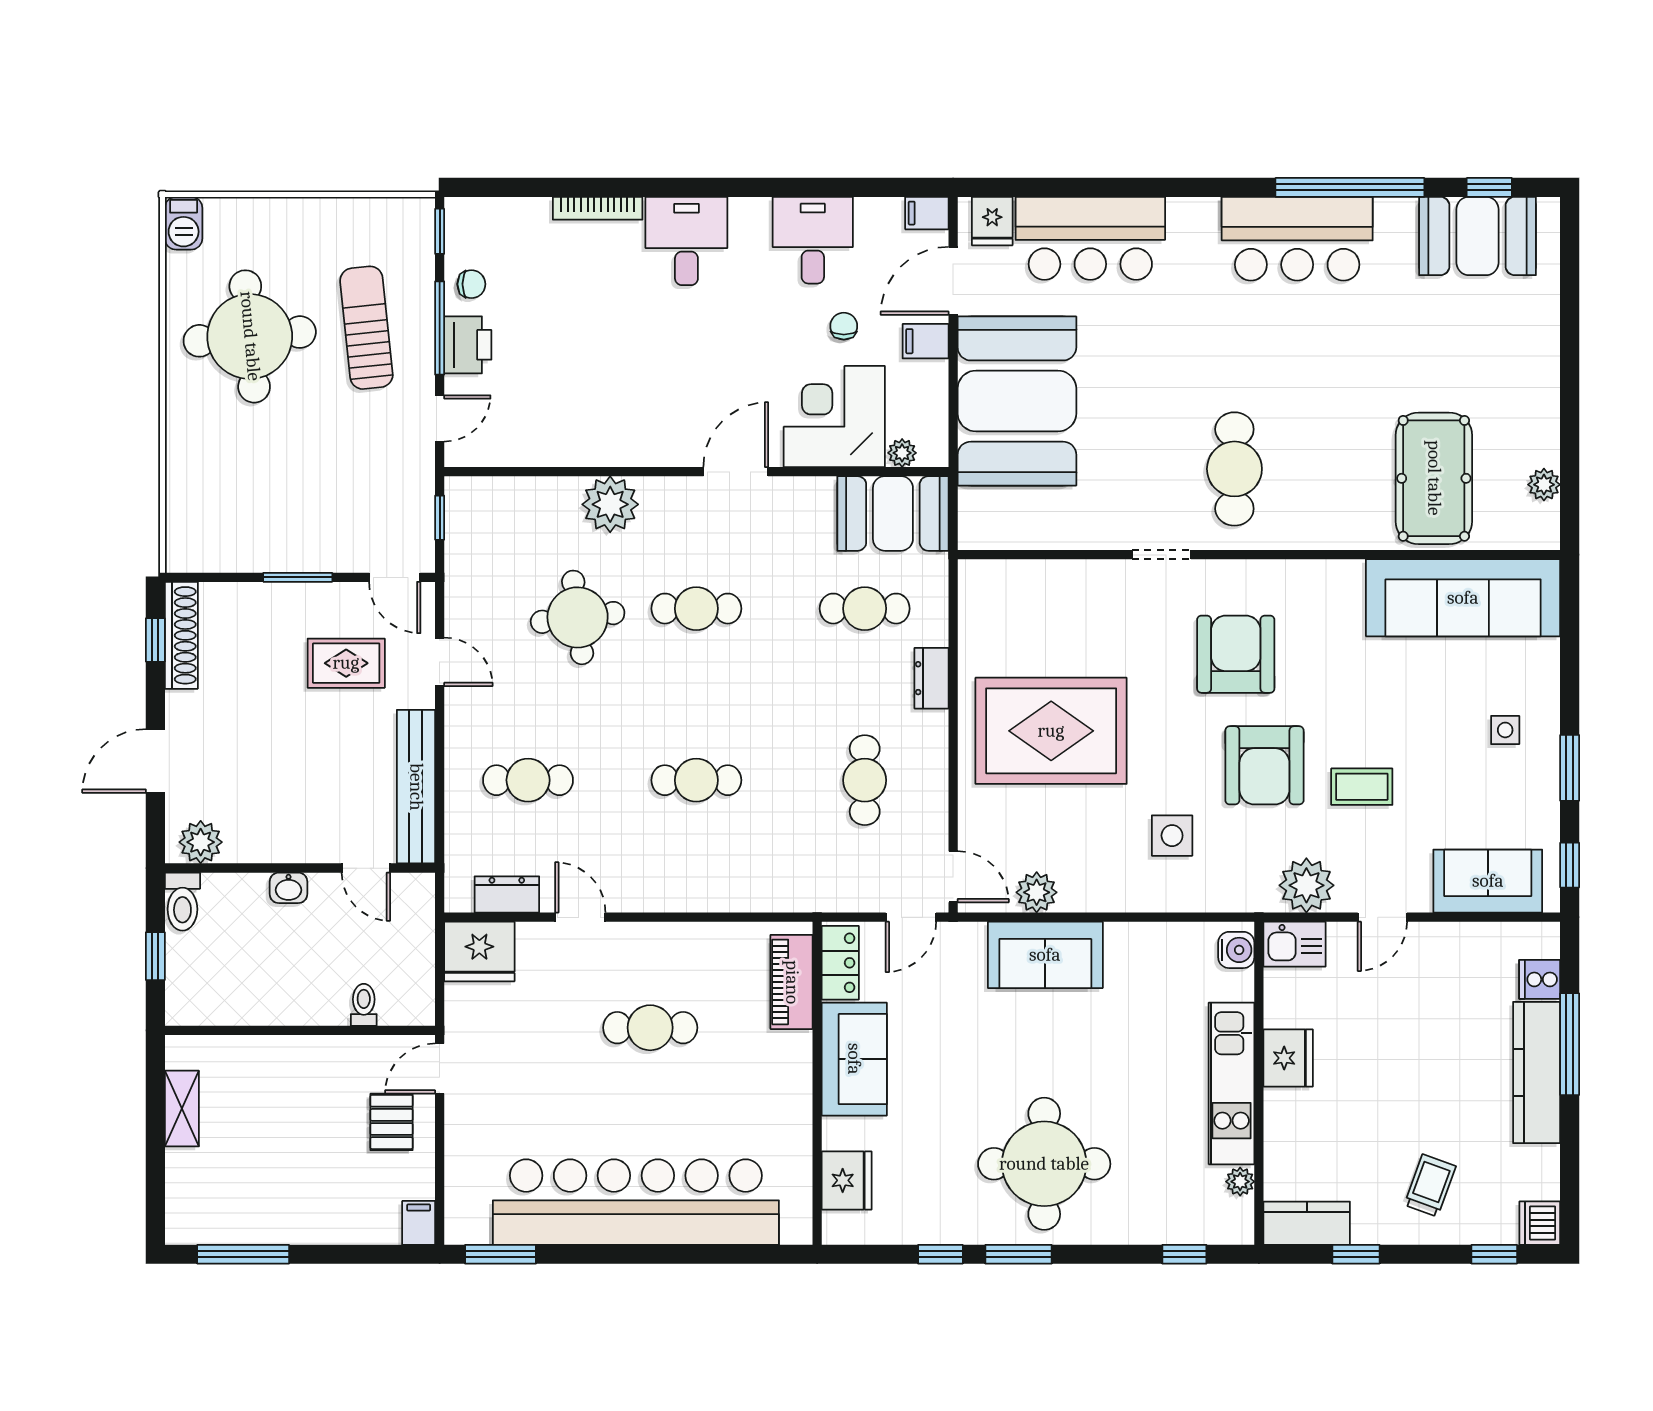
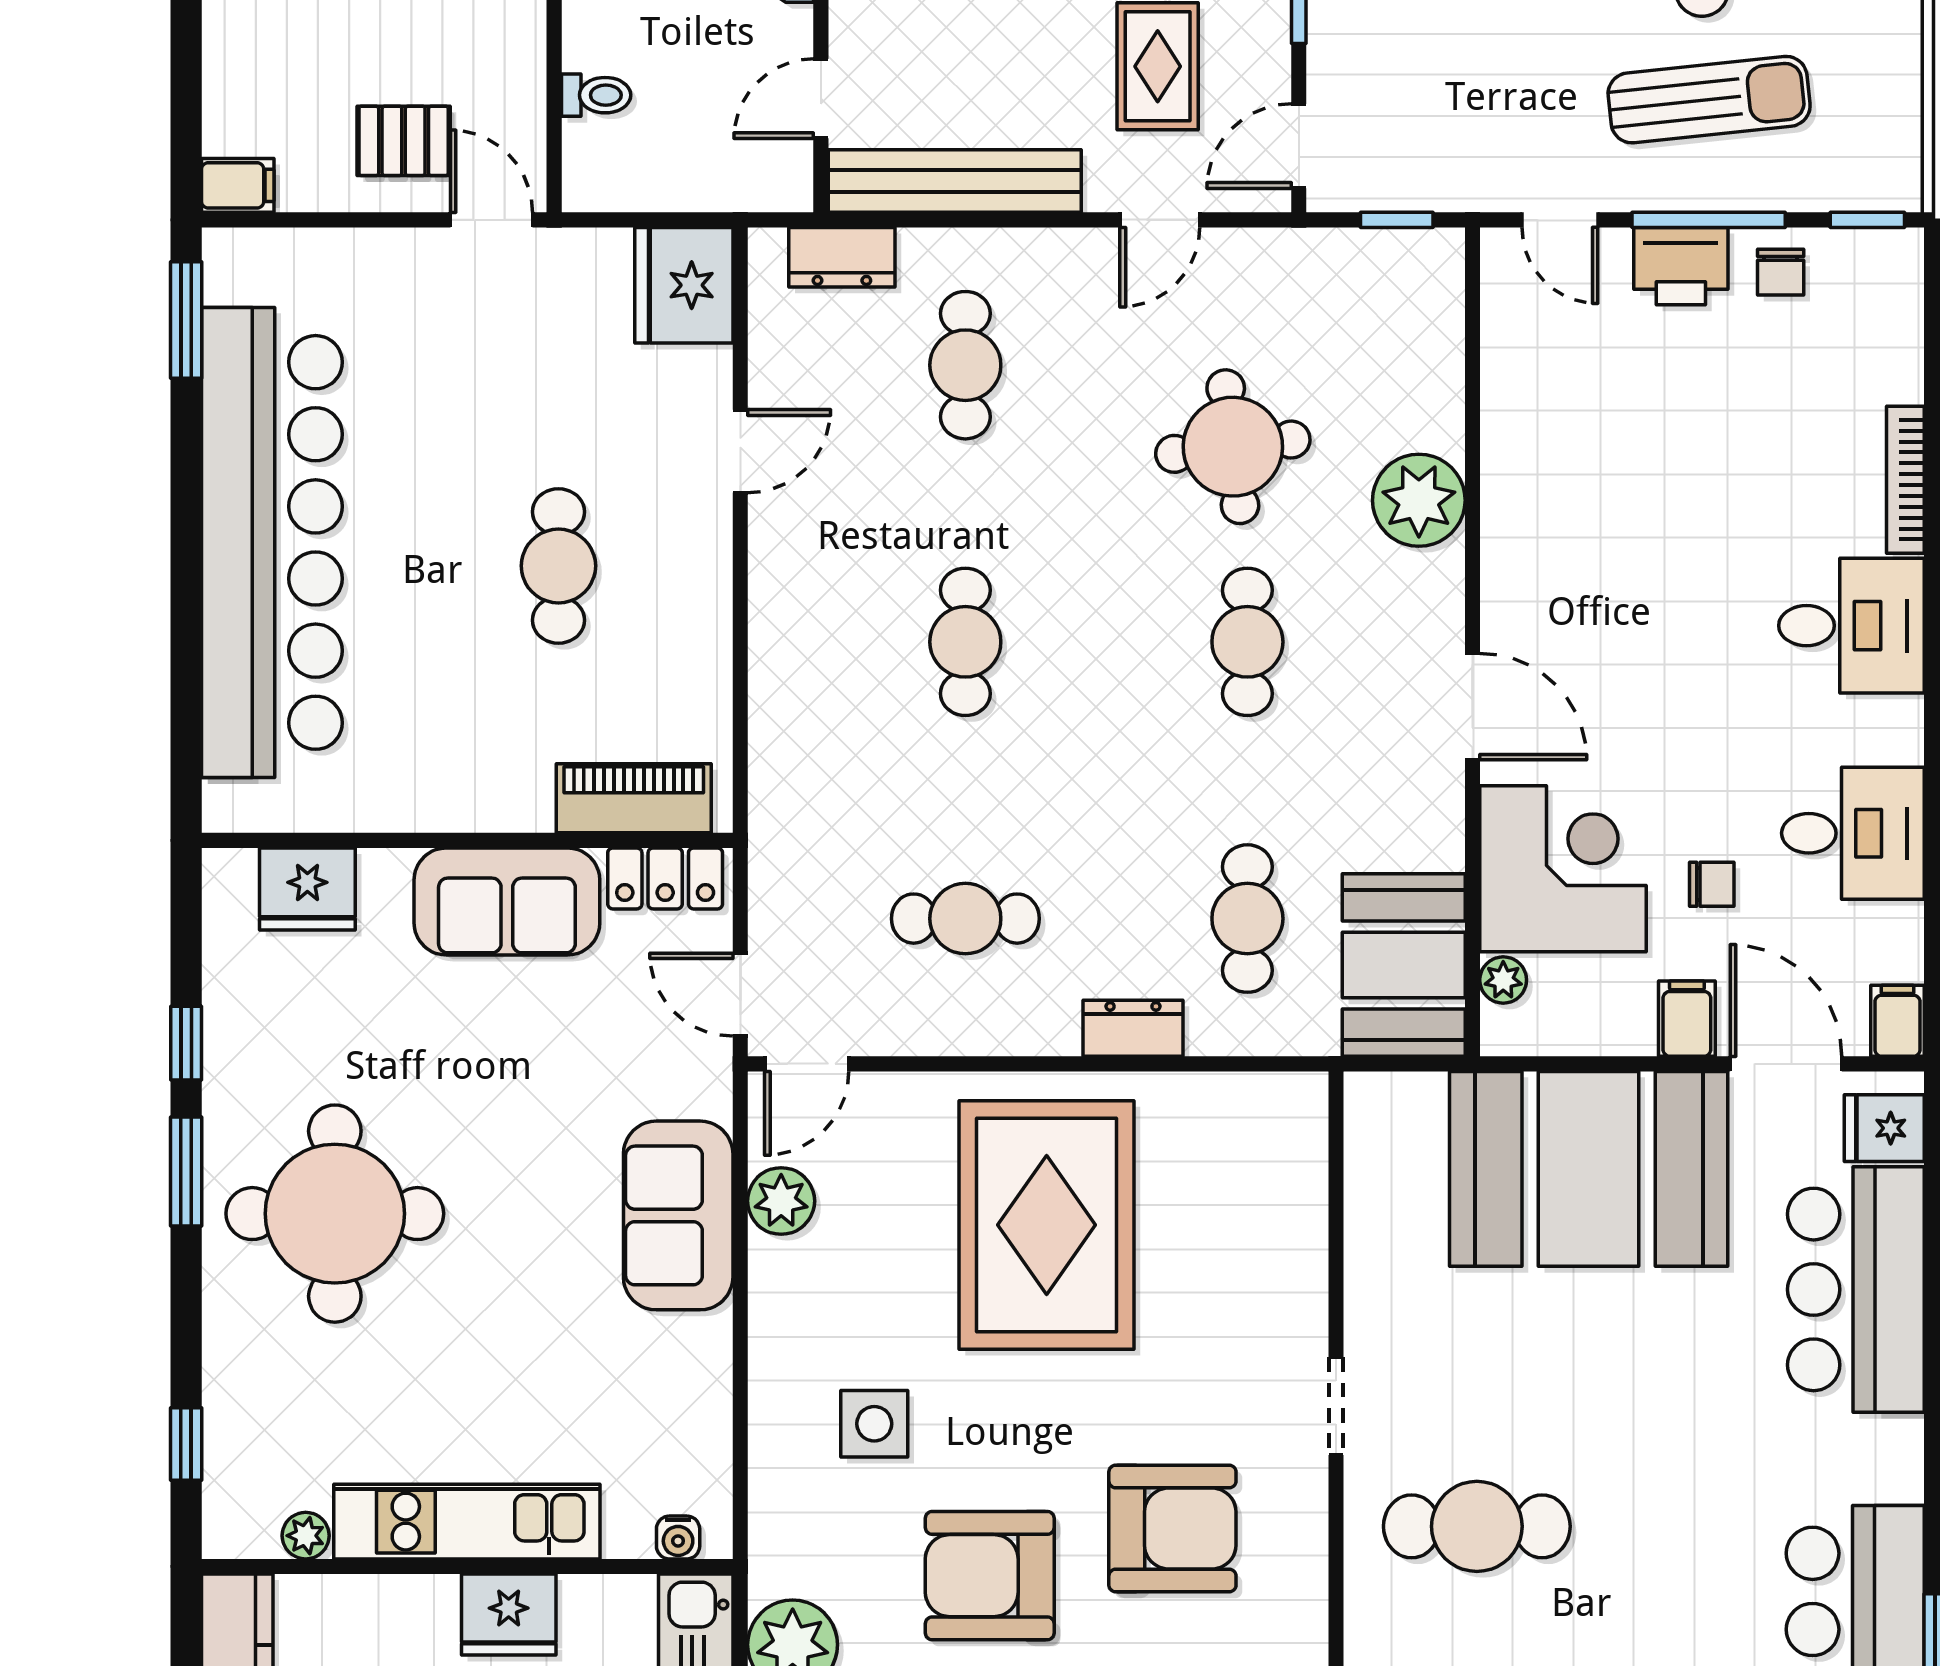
dresser: (507, 894) -> (842, 257), moved, turned 90
water cooler: (1236, 950) -> (678, 1537), width x0.72, depth x0.72

